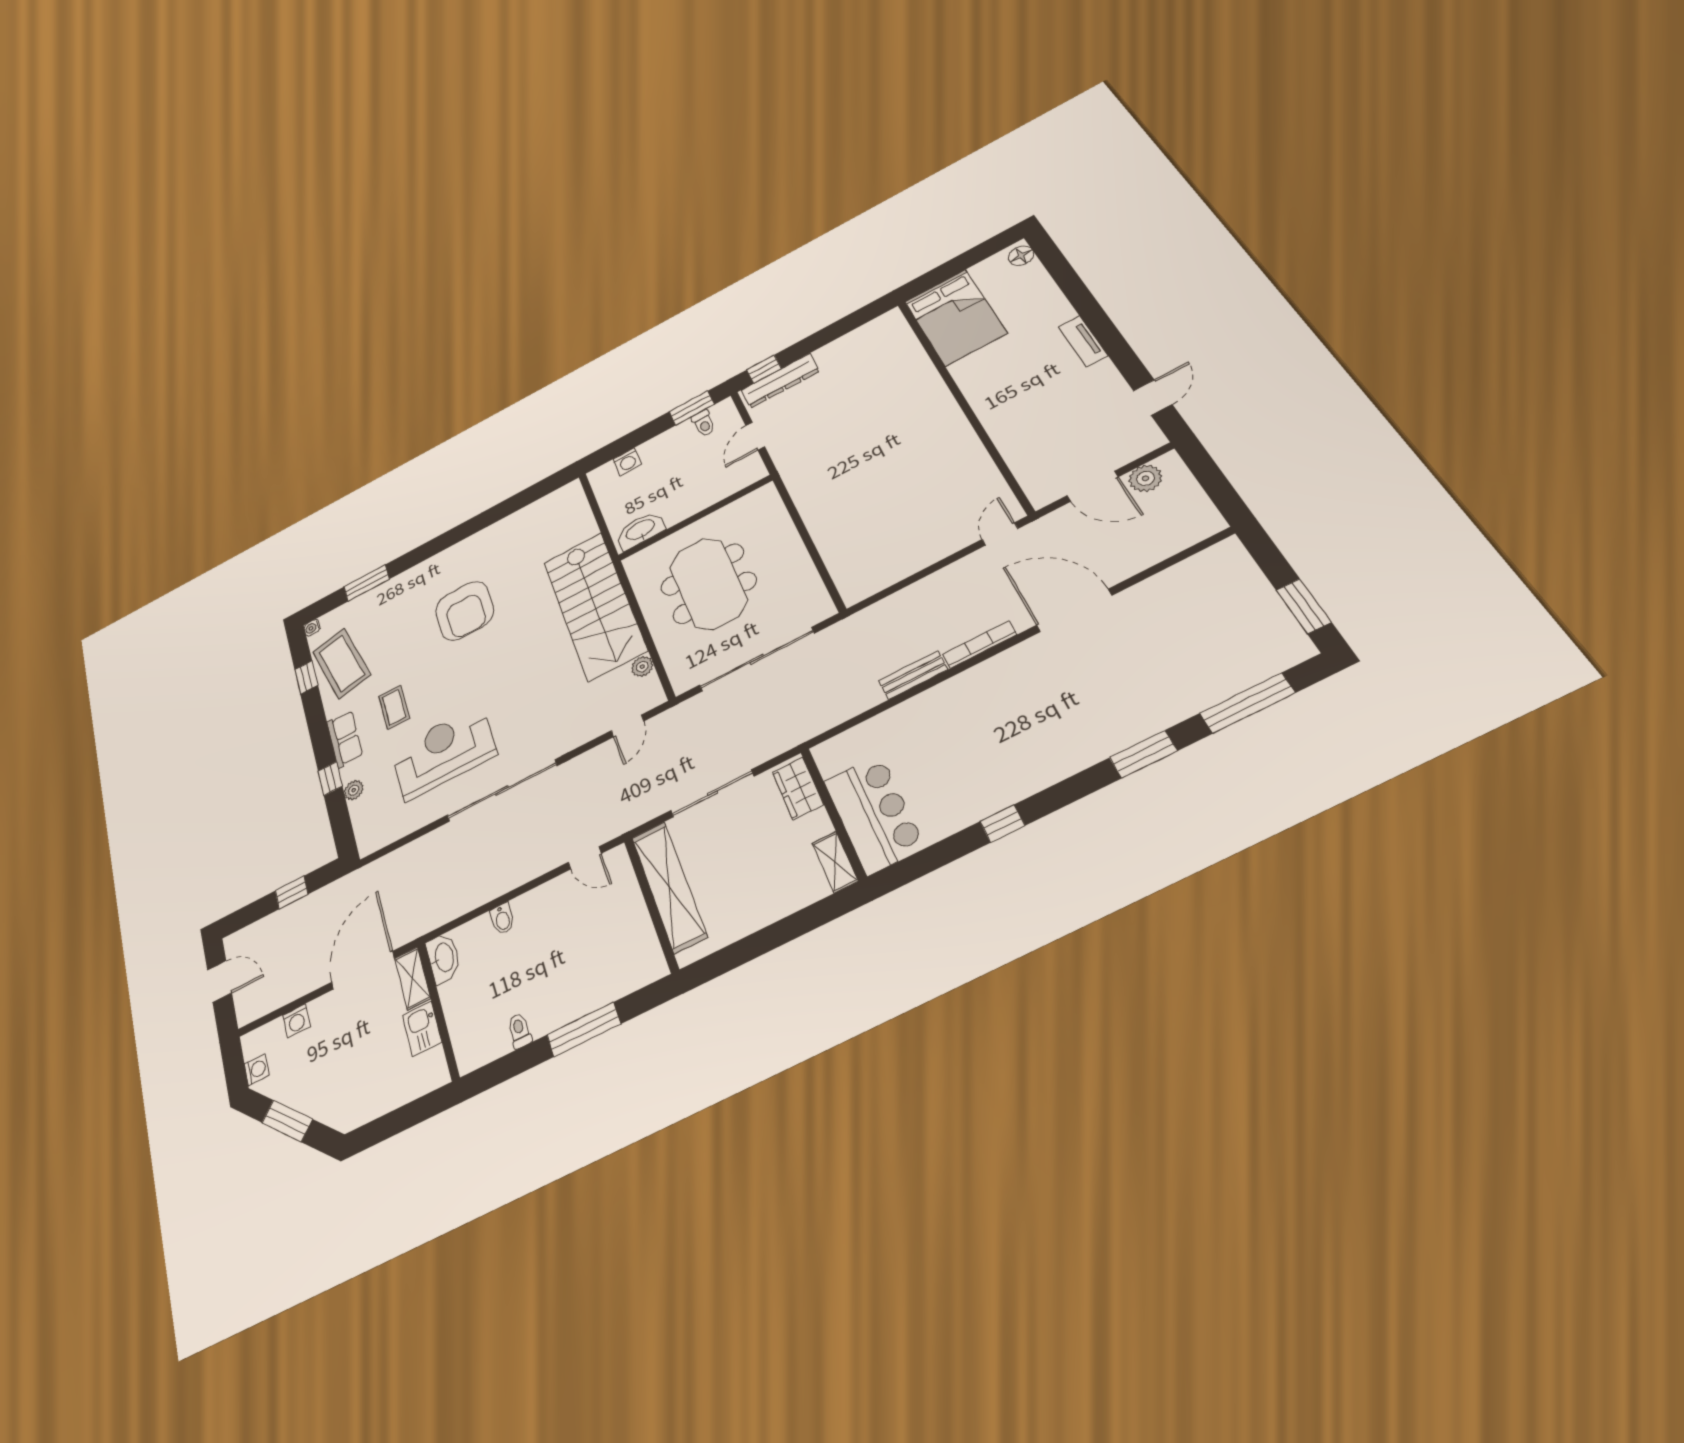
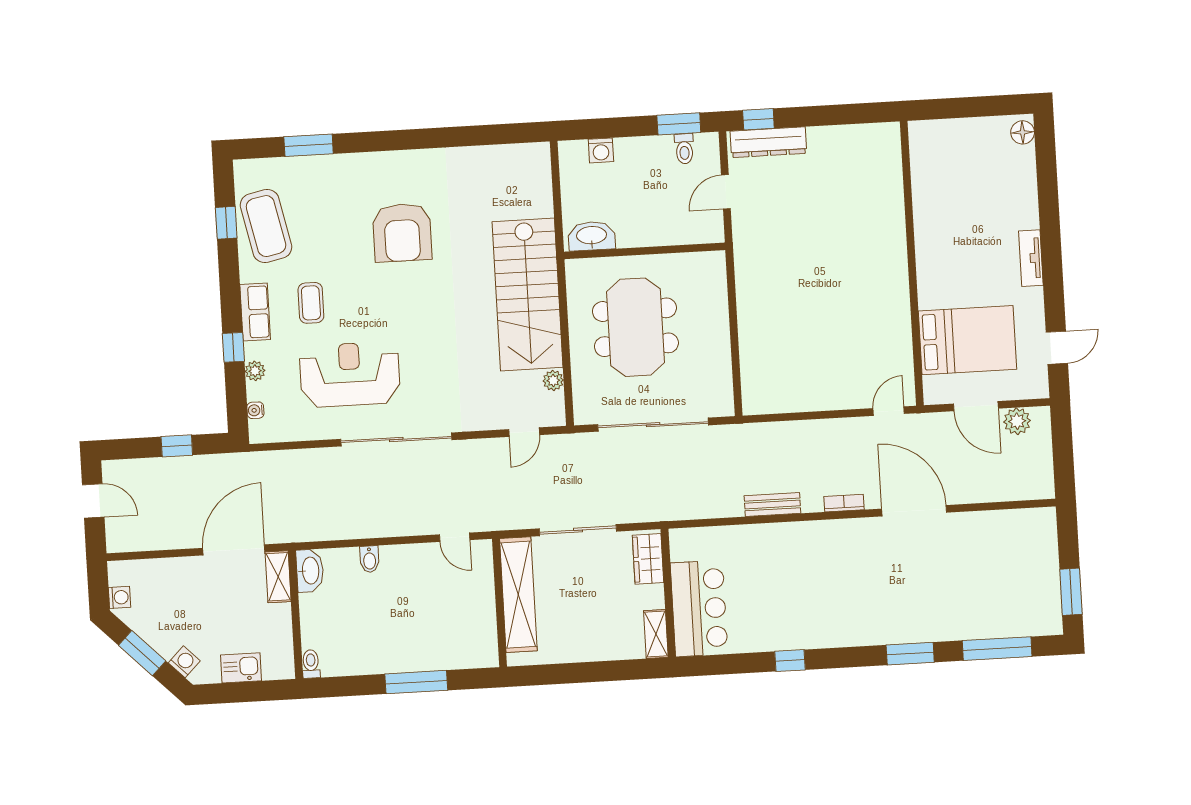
bed: (955, 317) -> (967, 340), moved, turned -90
water cooler: (312, 628) -> (255, 410), moved
bookcase: (980, 645) -> (844, 503), width x0.64
washing machine: (296, 1021) -> (184, 662), moved, turned -135
kitchen sink: (422, 1029) -> (241, 668), moved, turned 90
toilet: (519, 1031) -> (311, 664), moved

